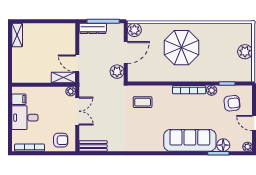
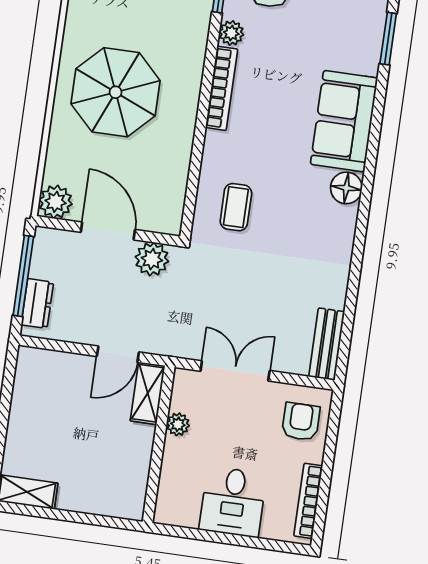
dresser: (93, 28) -> (37, 304), width x0.70
plant: (71, 91) -> (178, 424), moved
filing cabinet: (19, 99) -> (185, 510), removed
sofa: (190, 140) -> (344, 121), width x0.73
floor lamp: (223, 145) -> (346, 188), moved

